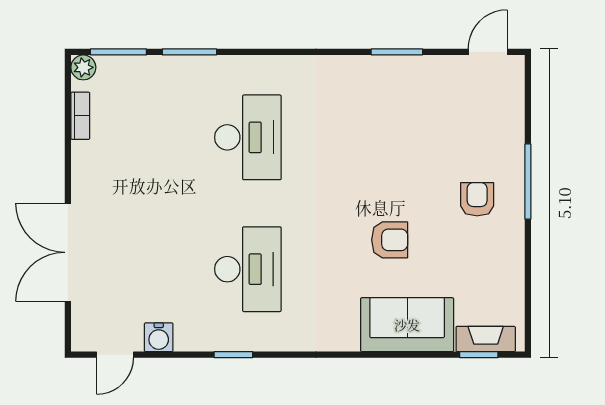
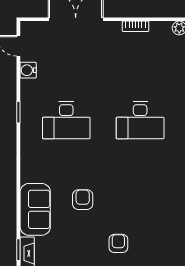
bookcase: (80, 116) -> (135, 26), moved
armchair: (477, 199) -> (118, 243), moved, turned -90
armchair: (390, 240) -> (83, 200), turned 180

